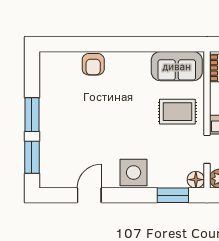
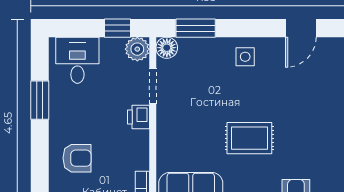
rug: (177, 112) -> (249, 138), moved
side table: (134, 173) -> (245, 57), width x0.54, depth x0.54

